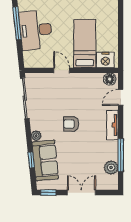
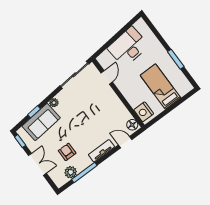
window: (17, 23) -> (123, 30), removed
bed: (85, 44) -> (160, 86), moved, turned -90
door: (62, 70) -> (107, 77), moved
armchair: (71, 124) -> (67, 152), moved

